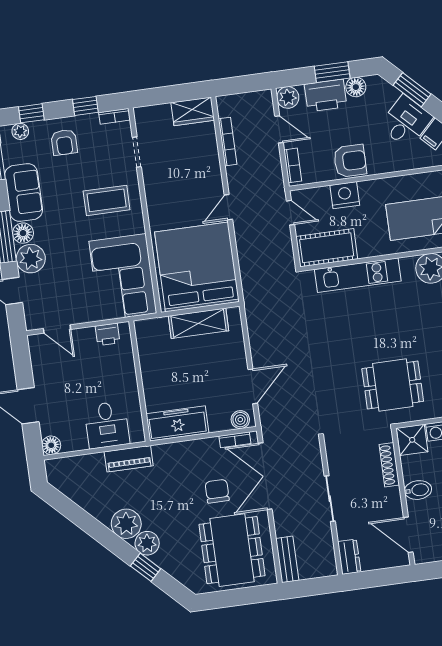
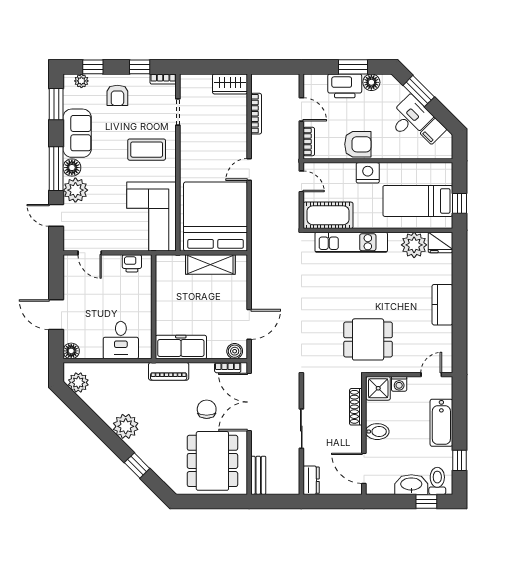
plant: (288, 97) -> (312, 83), removed
nightstand: (345, 195) -> (368, 173), moved
piano: (129, 459) -> (169, 371), moved
plant: (147, 543) -> (78, 382), moved

